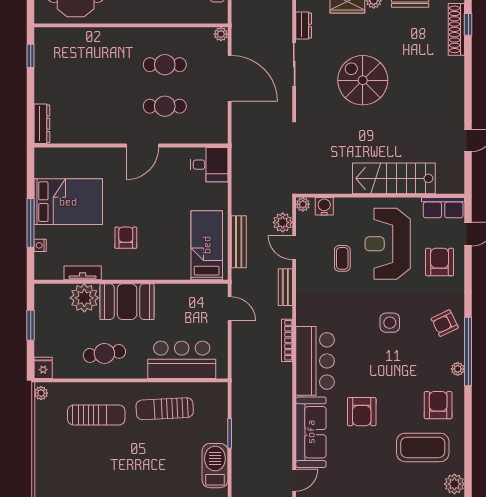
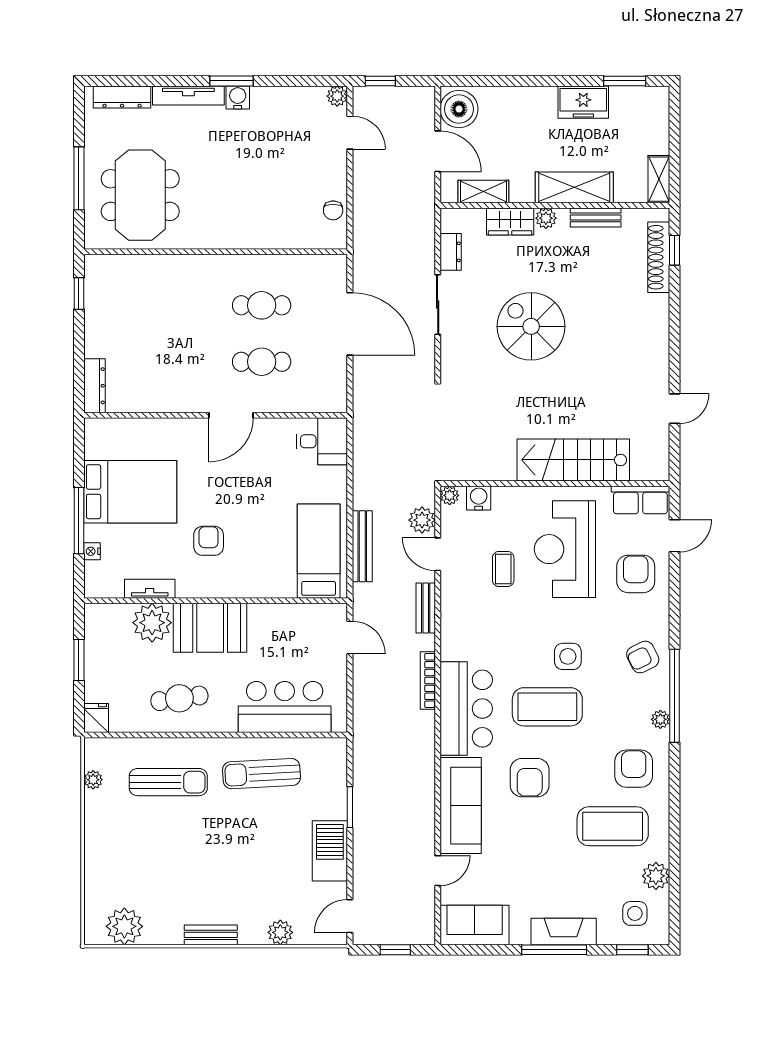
plant: (221, 34) -> (338, 264), removed
coffee table: (375, 360) -> (547, 707), added
plant: (41, 393) -> (93, 780), moved

